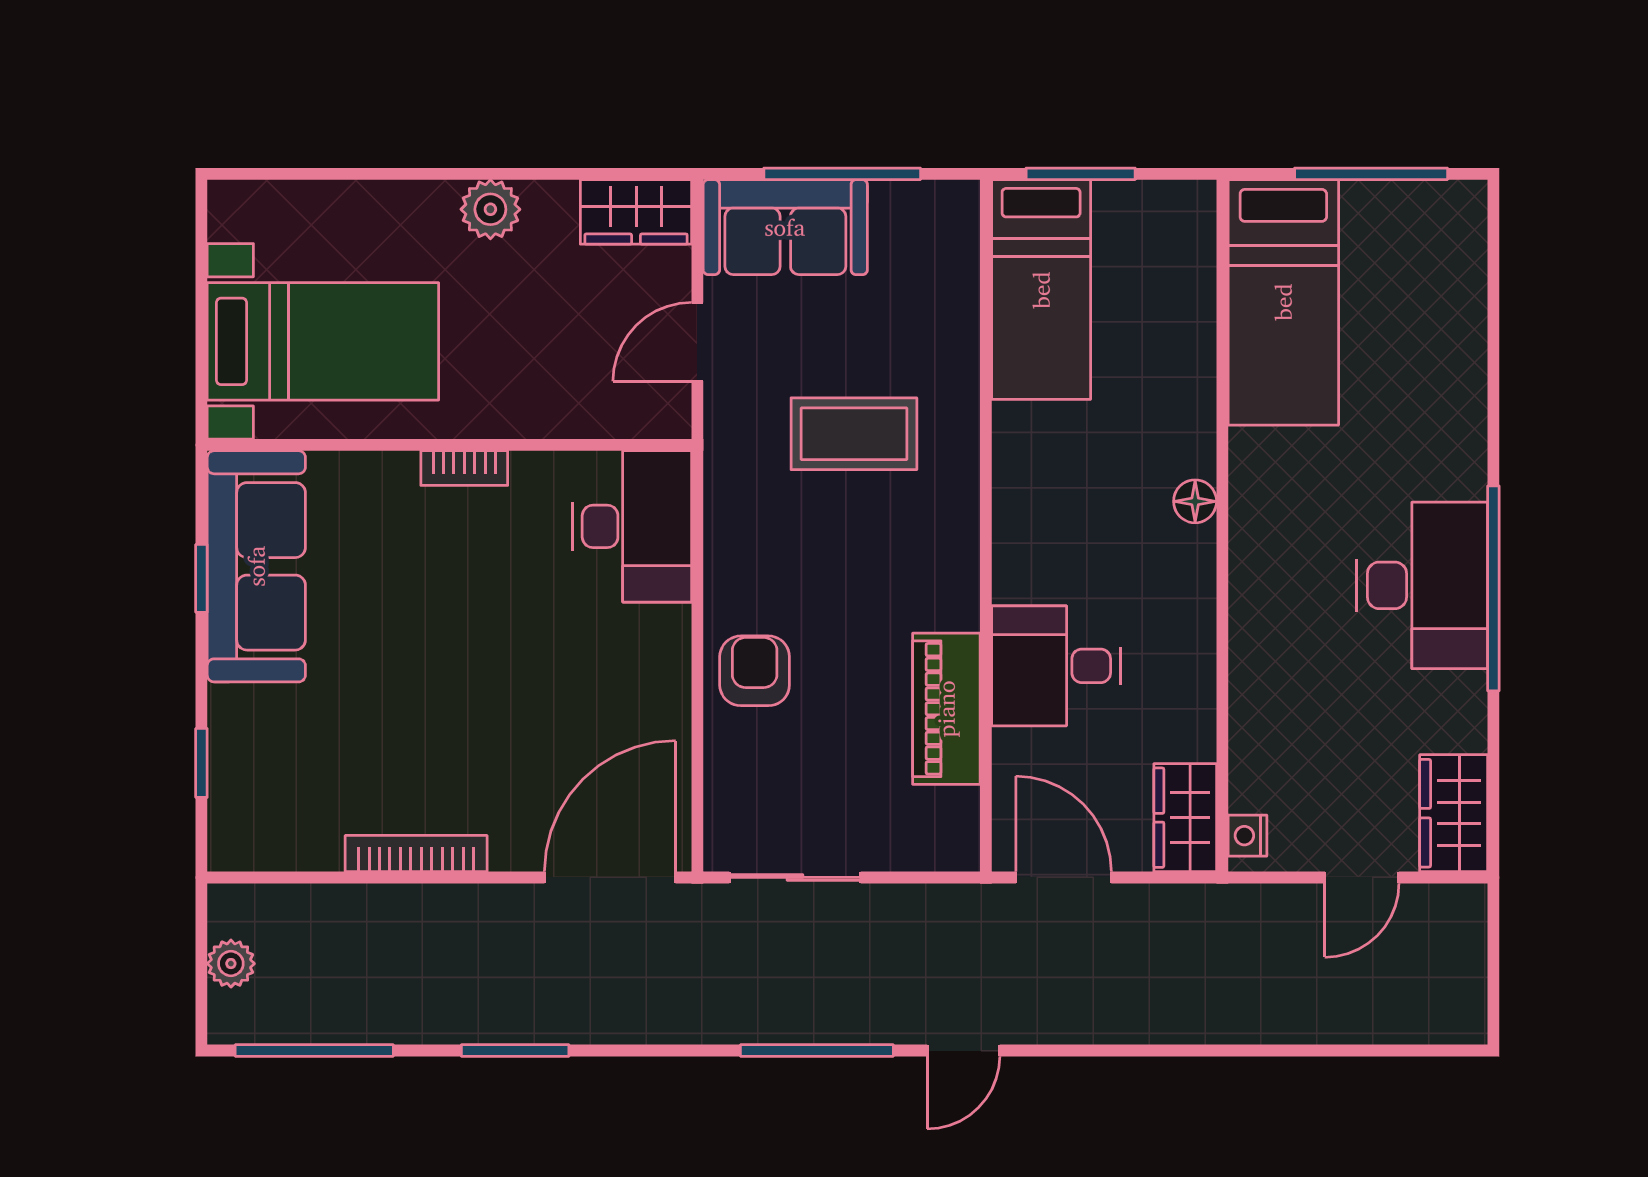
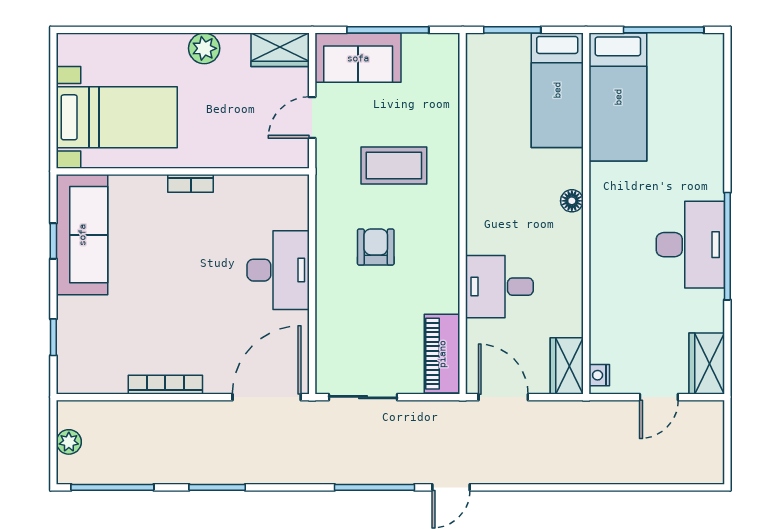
bed: (1041, 290) -> (557, 90), moved
desk: (632, 526) -> (278, 270), moved
armchair: (755, 671) -> (376, 247), moved
piano: (946, 709) -> (442, 354), moved

